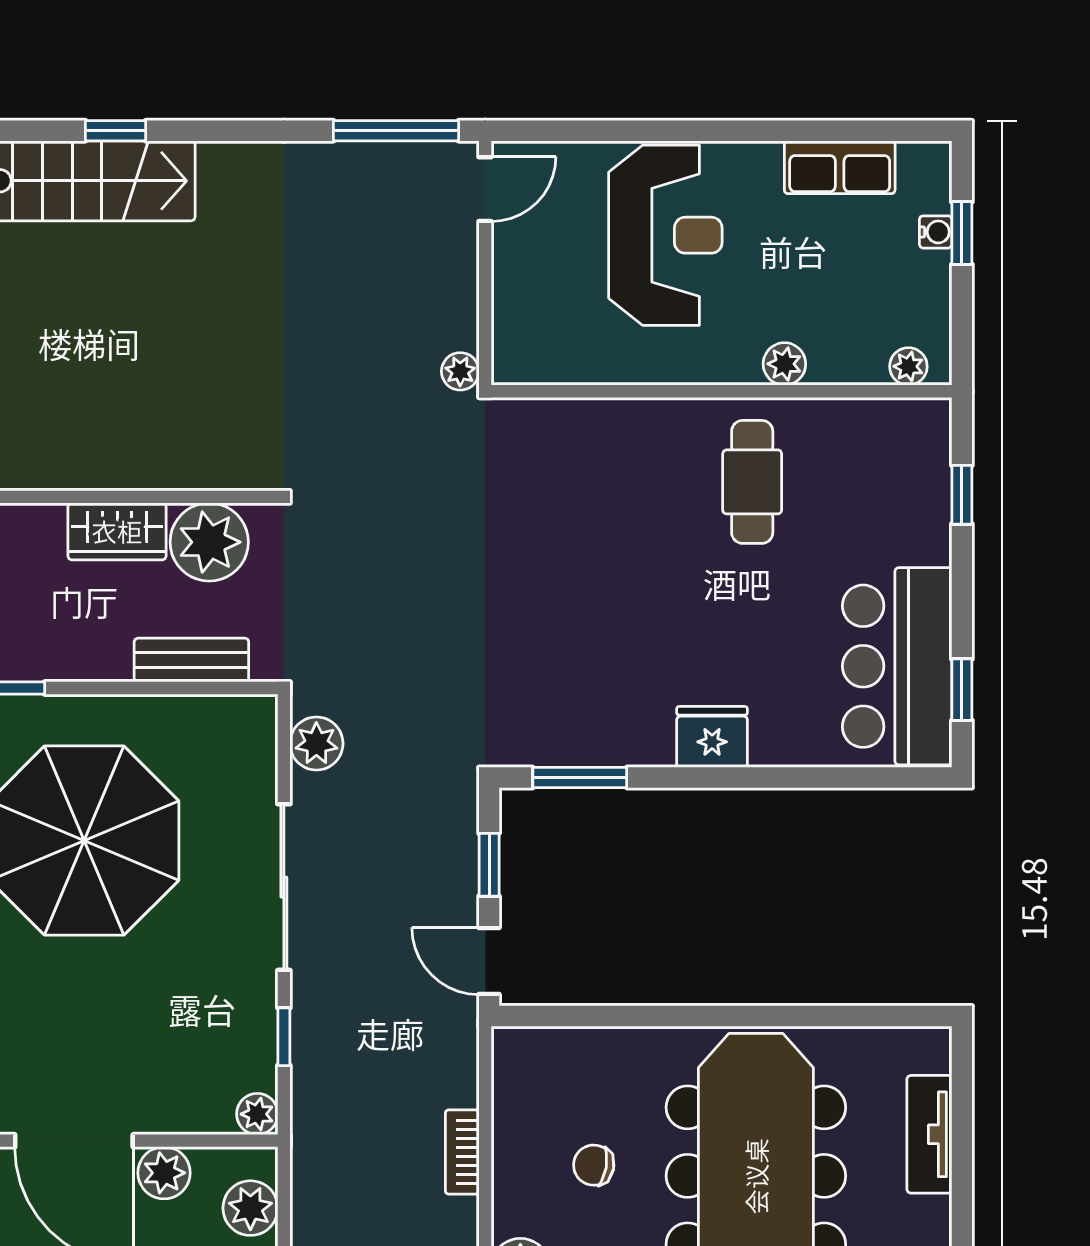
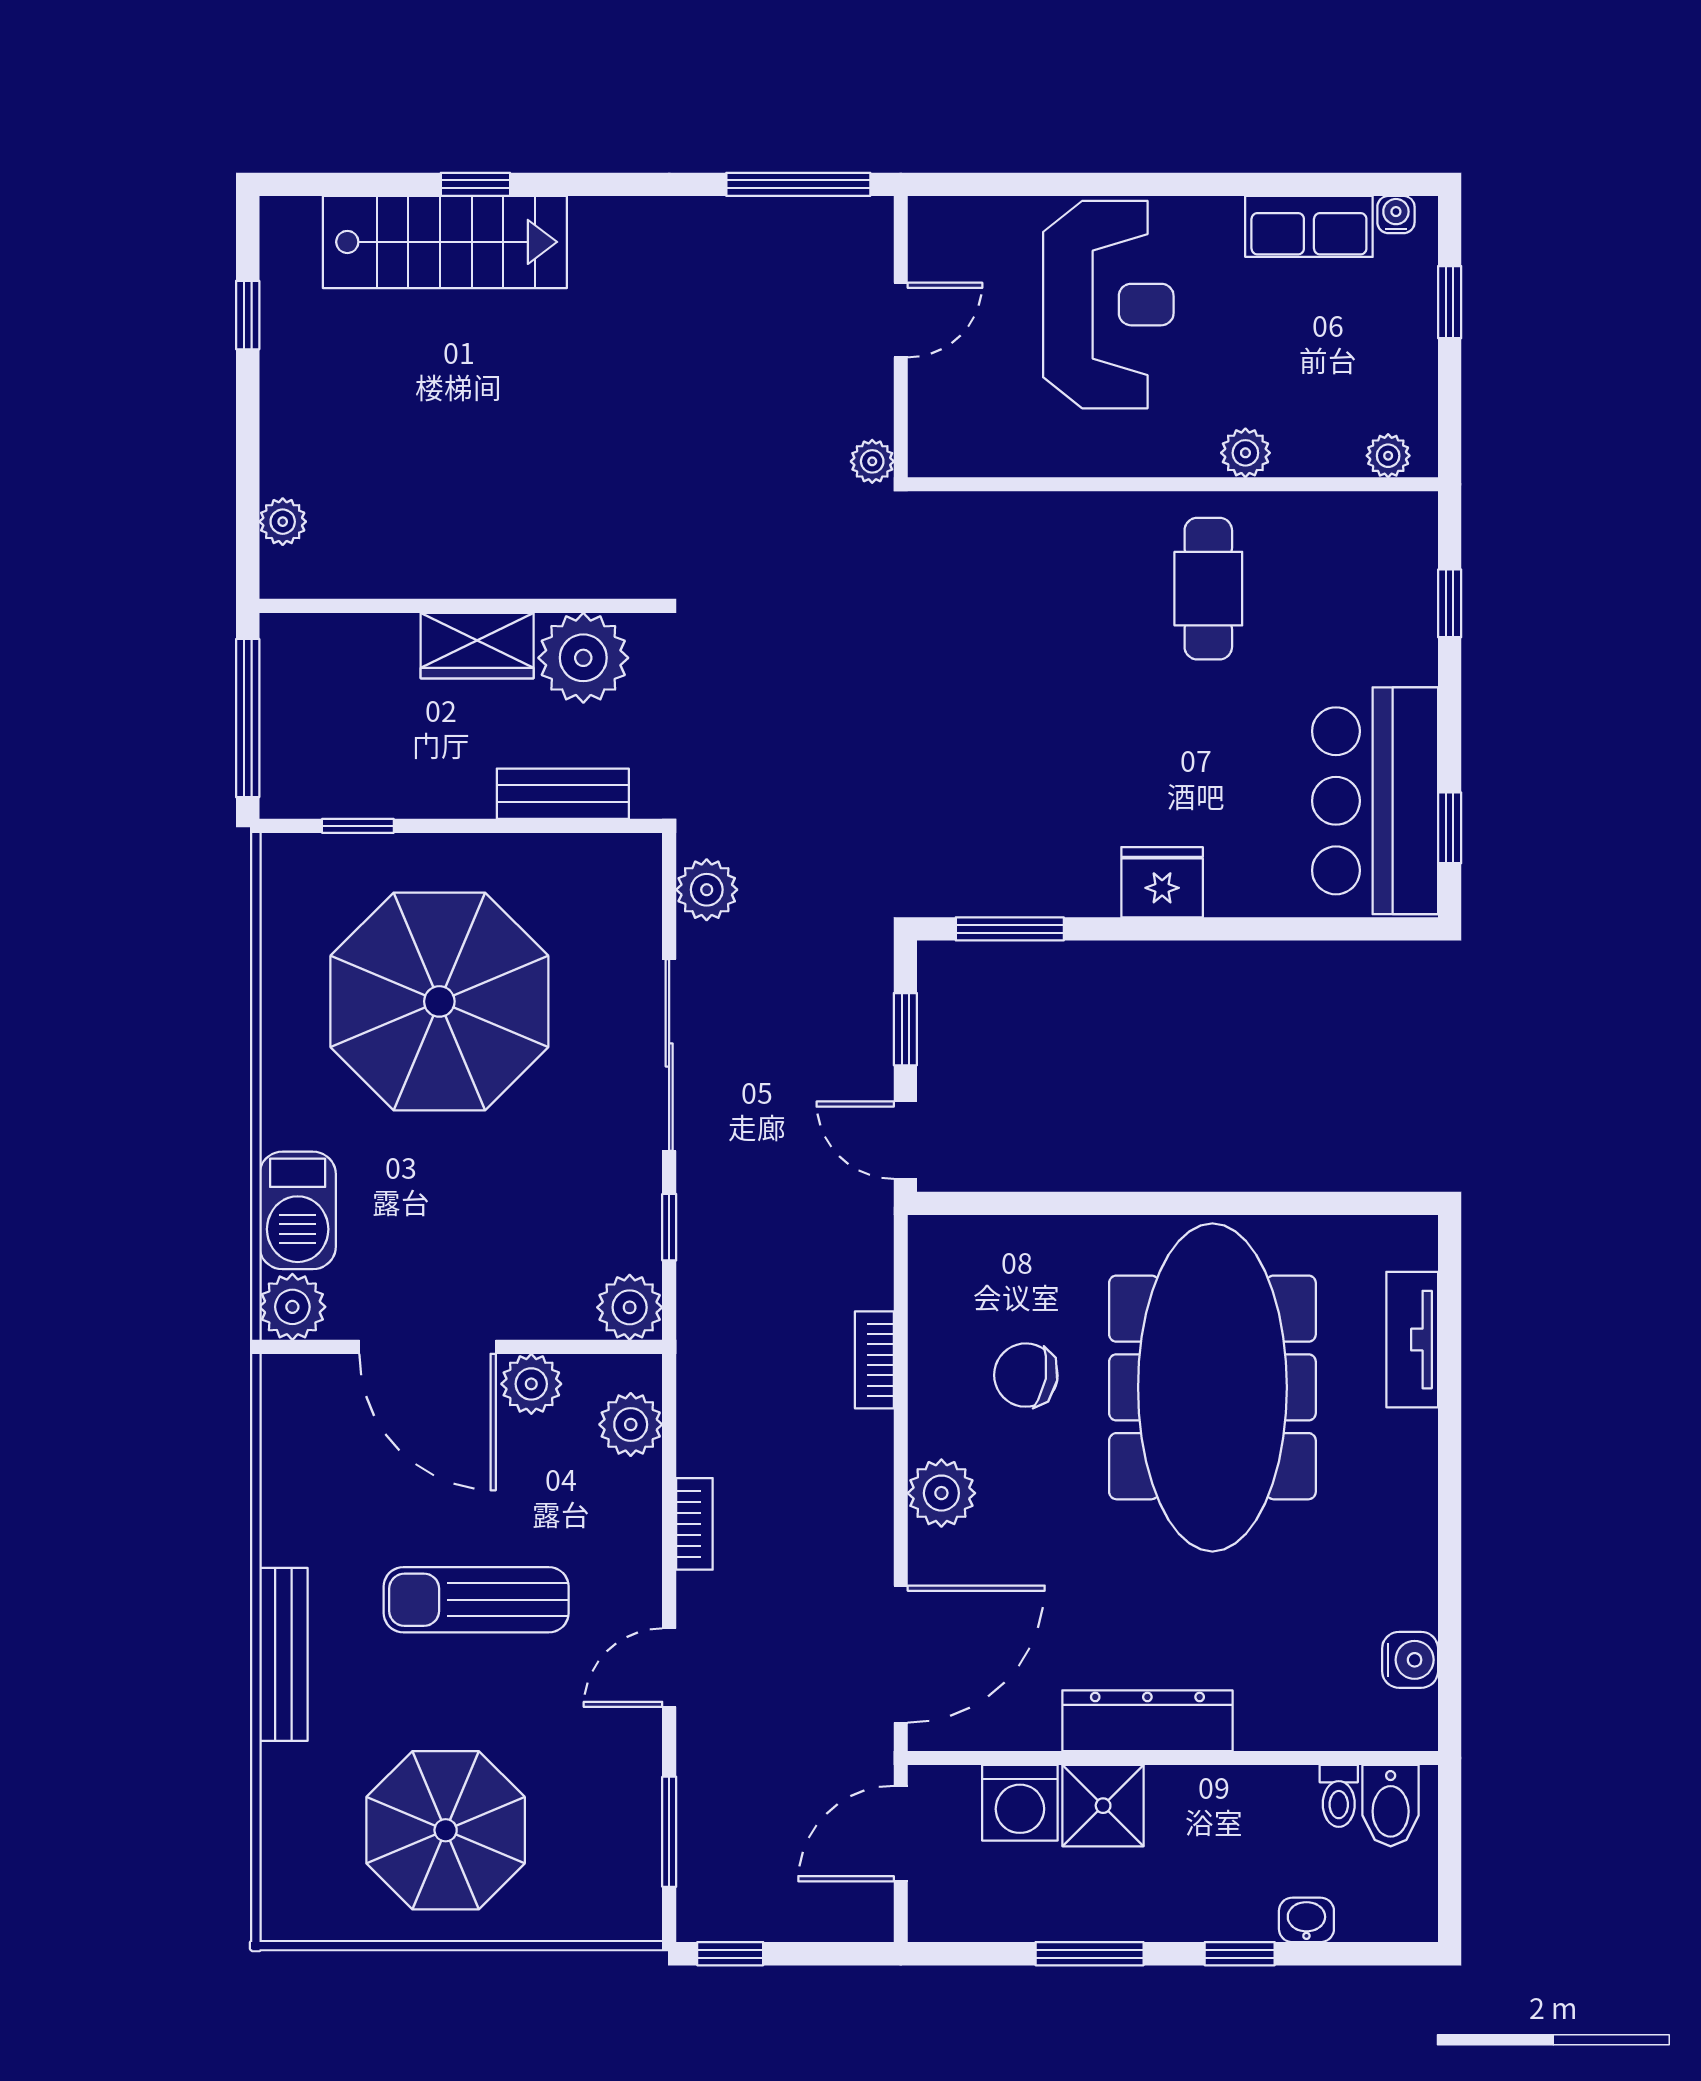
door: (485, 189) -> (901, 320), moved
water cooler: (936, 232) -> (1396, 215), moved, turned -90
plant: (257, 1114) -> (630, 1307), width x1.38, depth x1.38
chair: (594, 1165) -> (1026, 1375), width x1.37, depth x1.37

